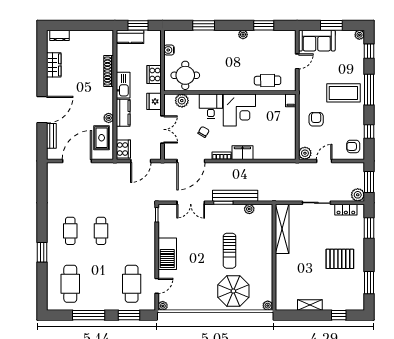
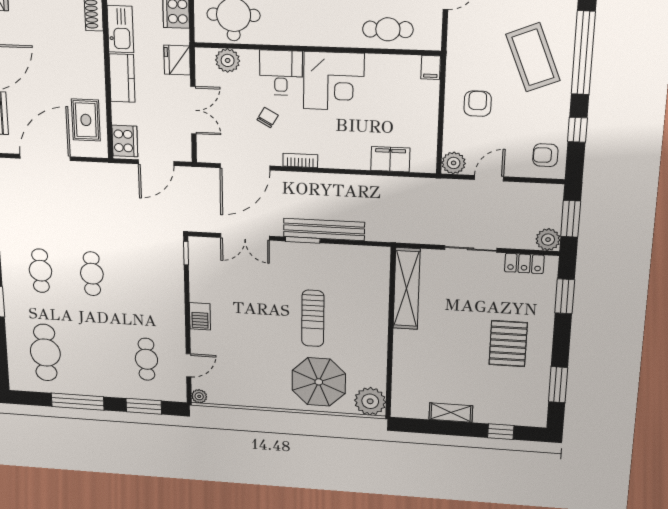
window: (369, 90) -> (583, 53), width x1.46
coffee table: (343, 93) -> (533, 57), turned 68
plant: (109, 118) -> (97, 86), removed
filing cabinet: (242, 153) -> (390, 159), moved
plant: (249, 209) -> (349, 253), removed
barbecue: (167, 254) -> (200, 316), width x0.53, depth x0.65
pallet: (340, 259) -> (508, 344), turned 90
cafe table: (132, 284) -> (146, 359), width x0.73, depth x0.74
plant: (268, 306) -> (370, 401), width x1.88, depth x1.88

